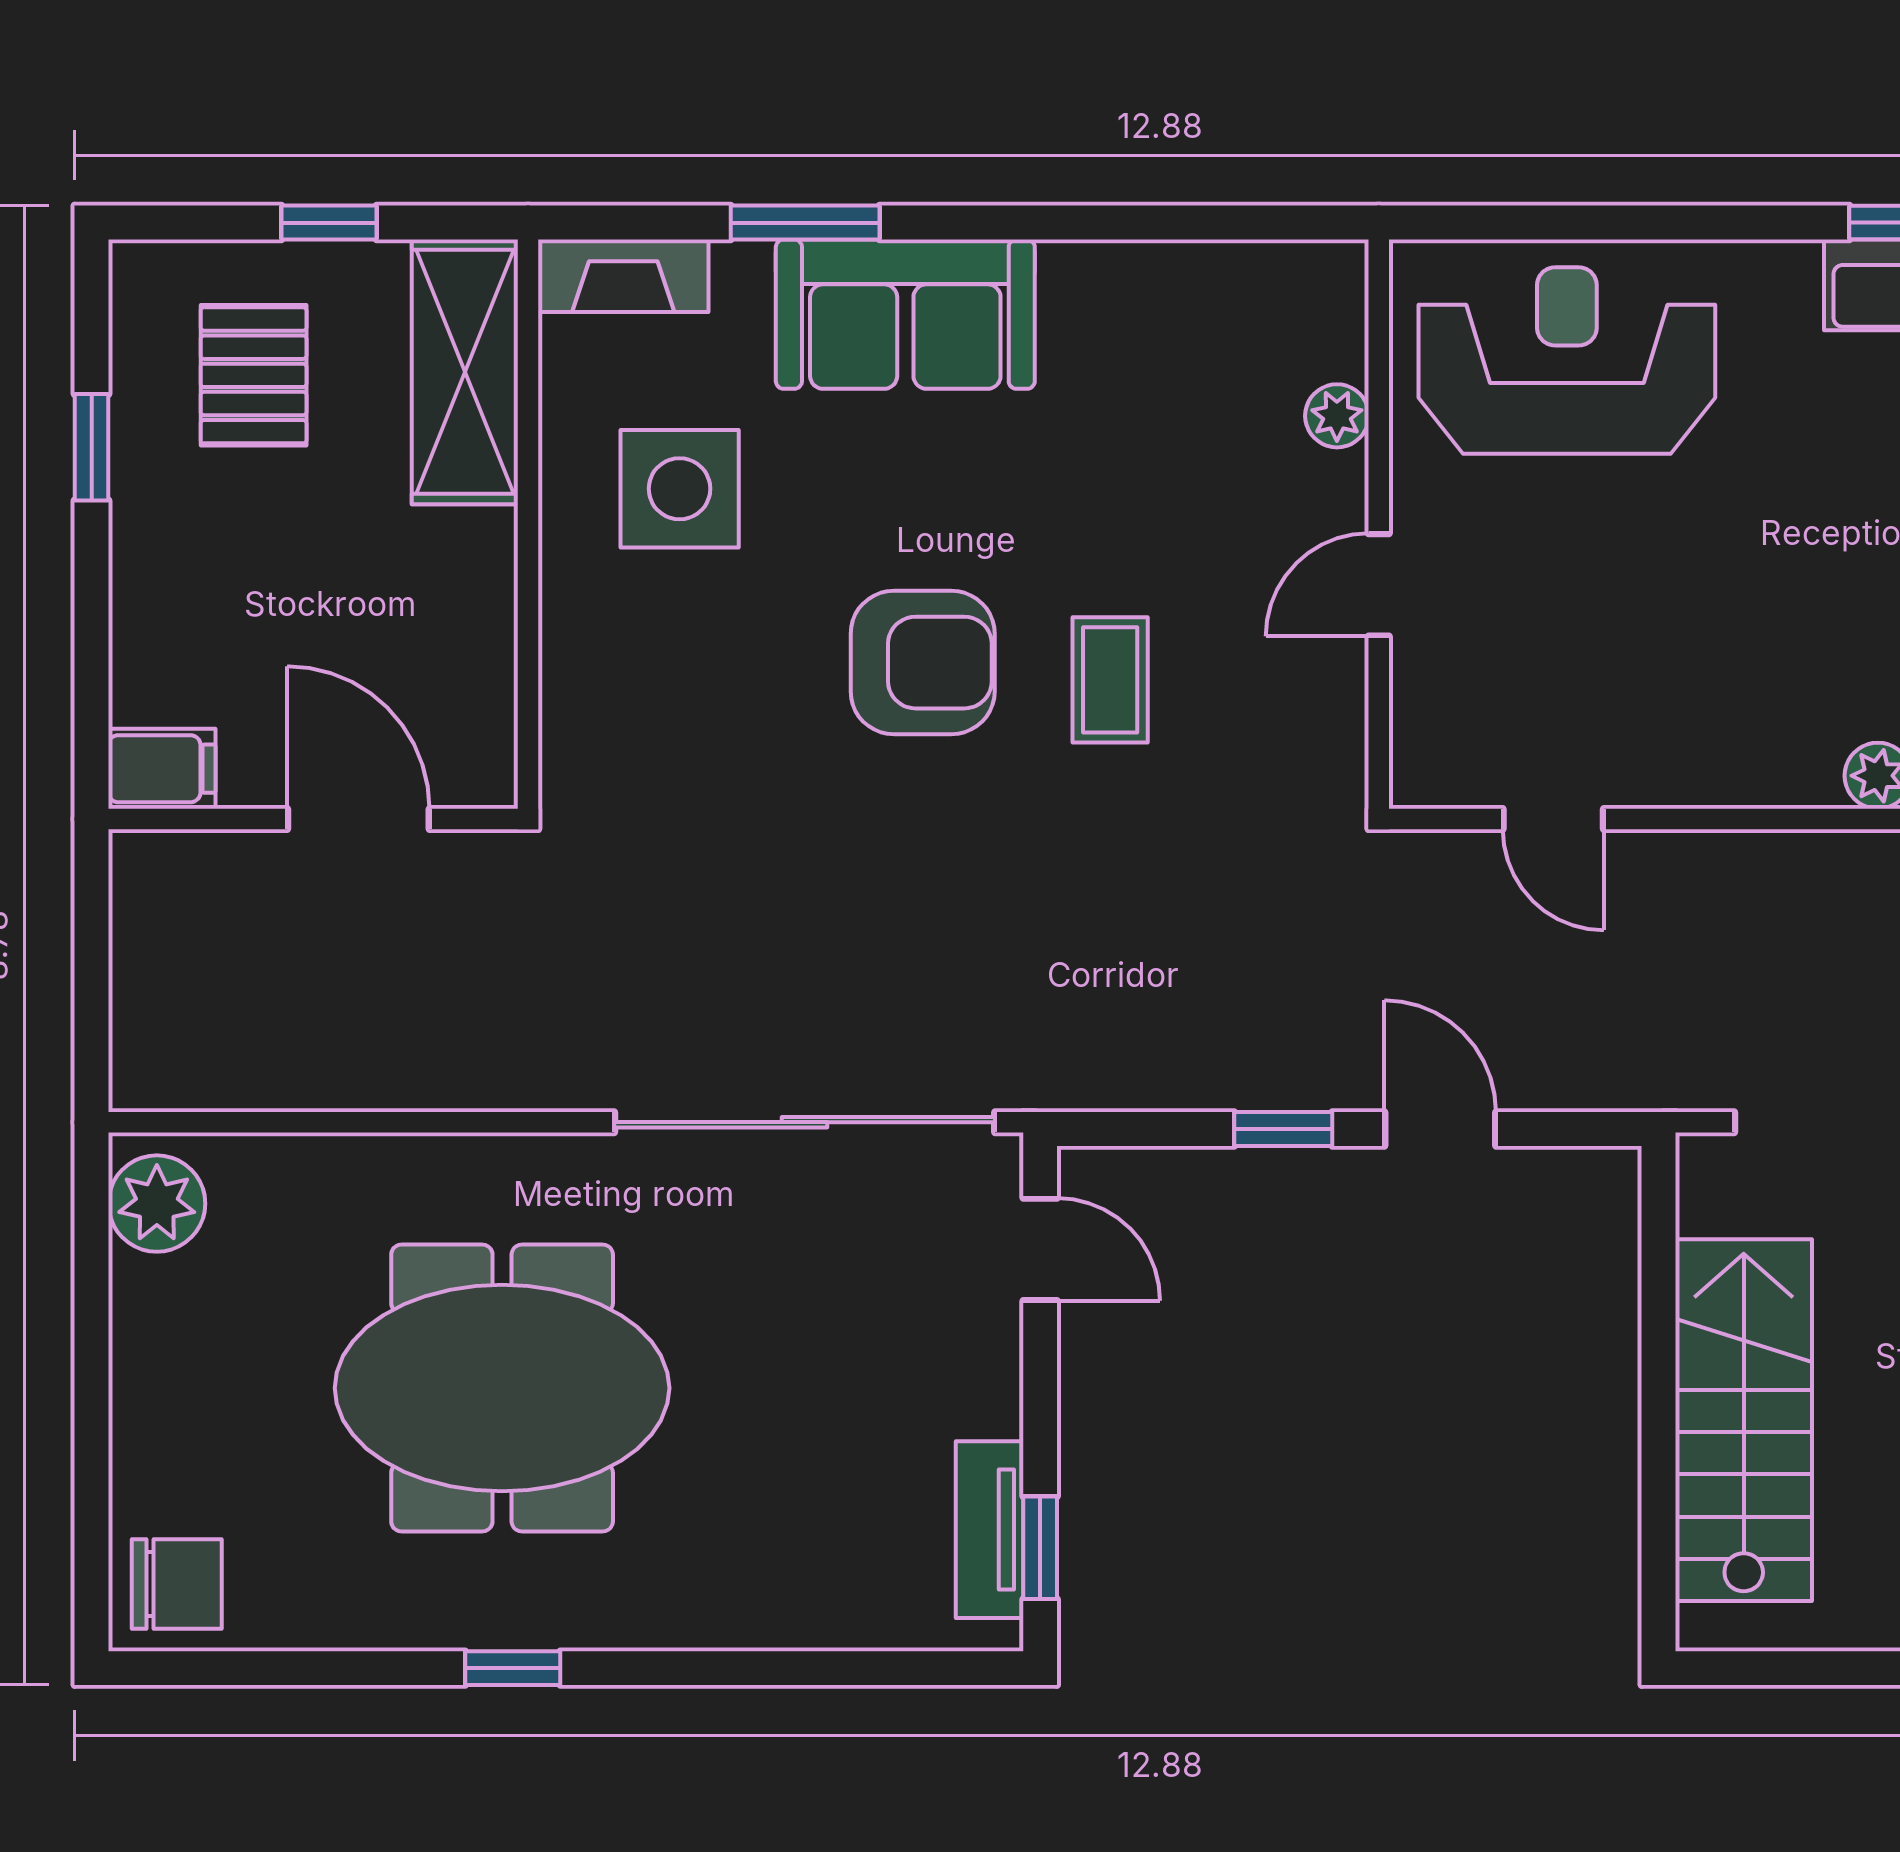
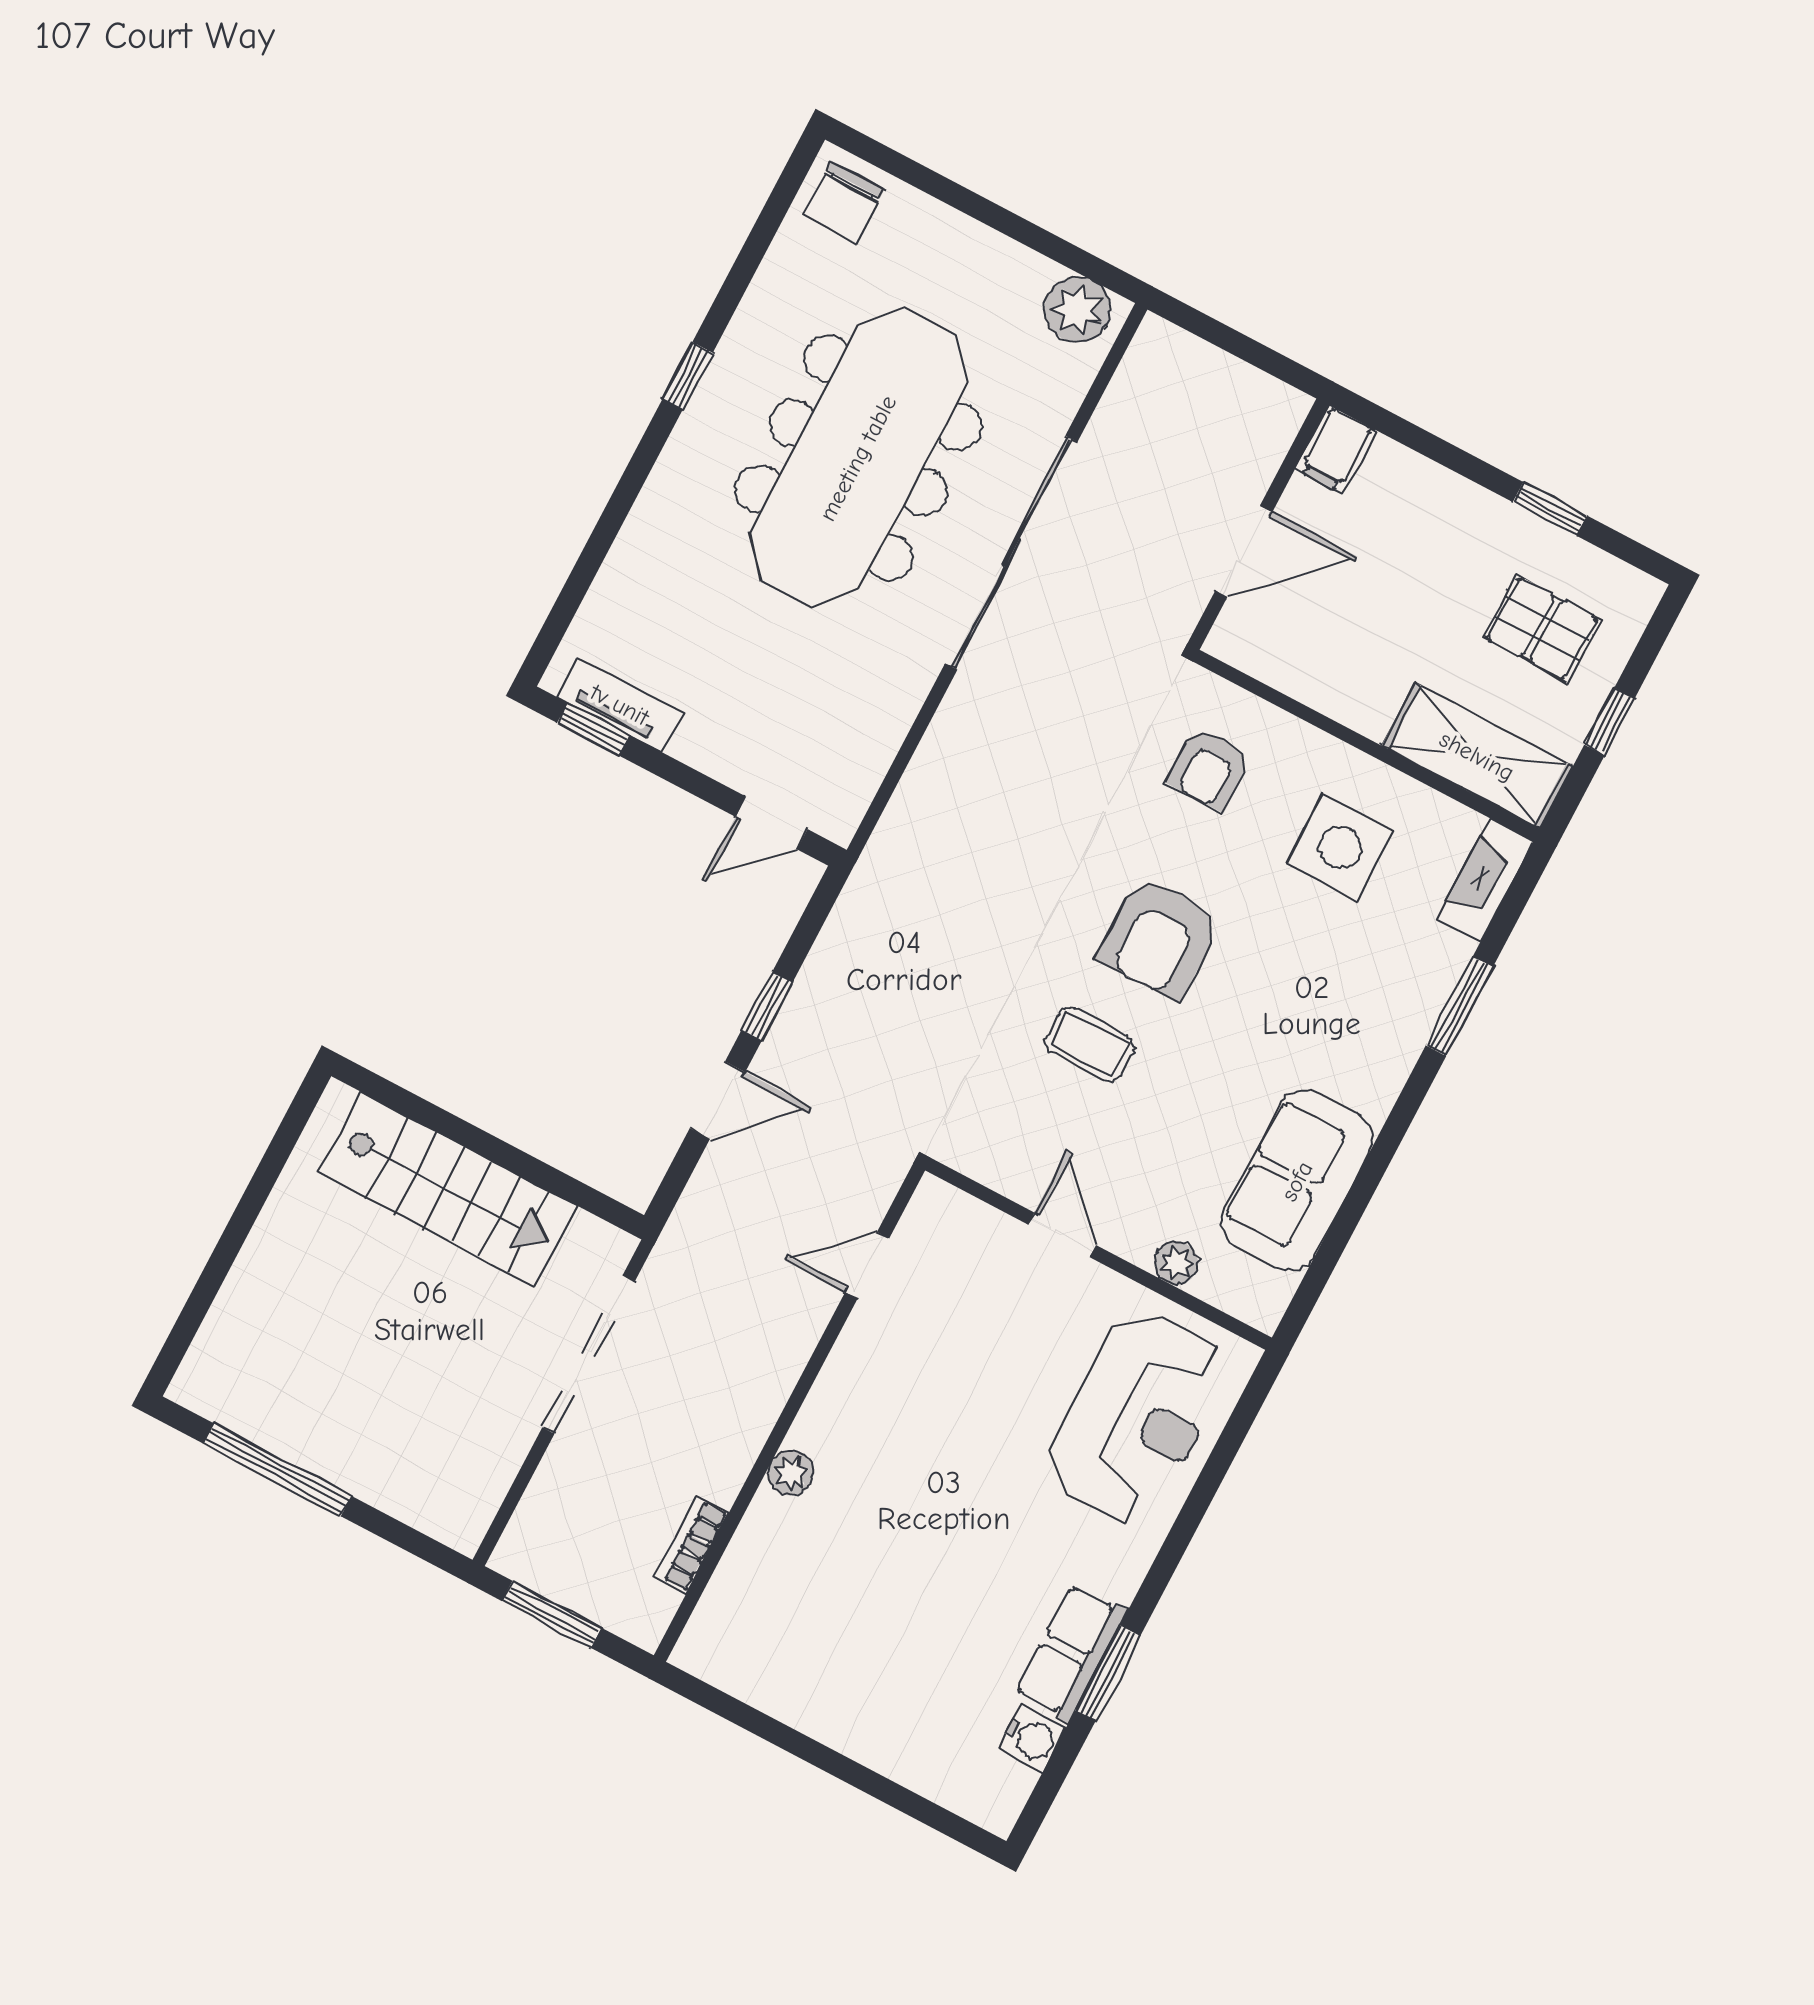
sofa: (905, 314) -> (1297, 1181), moved
armchair: (667, 713) -> (1210, 769), added
sliding door: (805, 1122) -> (1011, 553), moved
meeting table: (502, 1388) -> (858, 458), width x1.36

